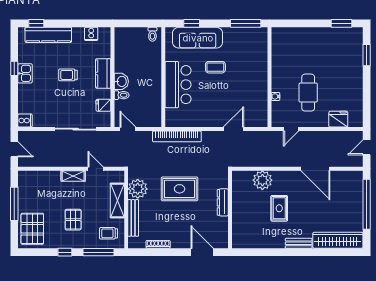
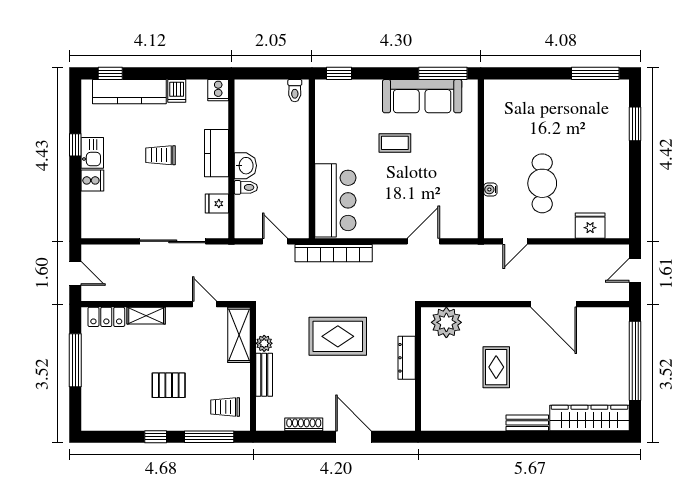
window: (192, 23) -> (339, 73), moved
window: (342, 23) -> (595, 73), width x1.44
dishwasher: (78, 34) -> (177, 91), added
cooker: (91, 34) -> (218, 90), moved
sofa: (198, 38) -> (422, 96), moved
bar counter: (178, 85) -> (335, 200), moved
cooker: (25, 121) -> (92, 180), moved
door: (128, 129) -> (275, 241), moved
shelving: (73, 176) -> (146, 316), moved
locker: (34, 177) -> (106, 317), added
plant: (262, 180) -> (446, 322), moved
plant: (138, 189) -> (264, 343), width x0.53, depth x0.53
shelving: (117, 201) -> (239, 335), moved
bench: (133, 218) -> (264, 375), width x0.73
pallet: (73, 220) -> (169, 385), turned 90
pallet: (32, 229) -> (104, 400), removed
door: (202, 252) -> (353, 437), moved

